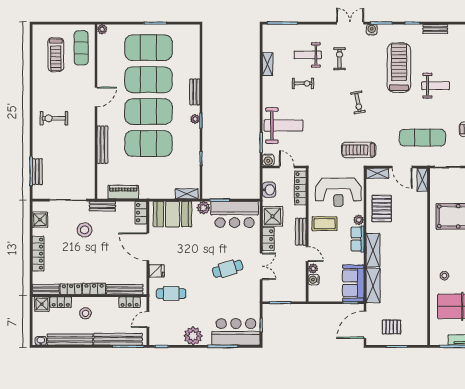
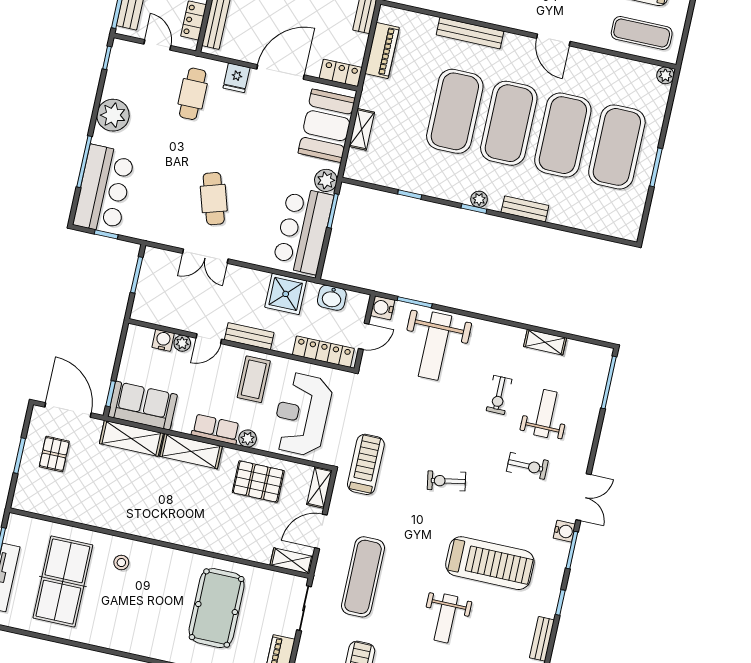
shelving: (187, 194) -> (362, 129), moved
locker: (268, 239) -> (249, 278), removed

